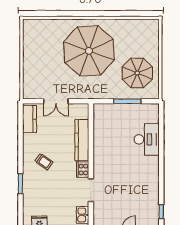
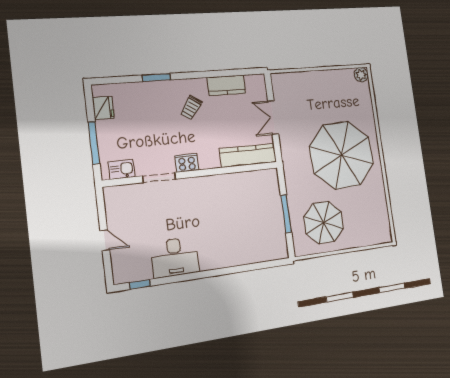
plant: (28, 25) -> (361, 75), added
kitchen counter: (29, 119) -> (226, 85), moved
desk: (147, 139) -> (175, 257), moved
kitchen counter: (82, 140) -> (248, 155), moved

